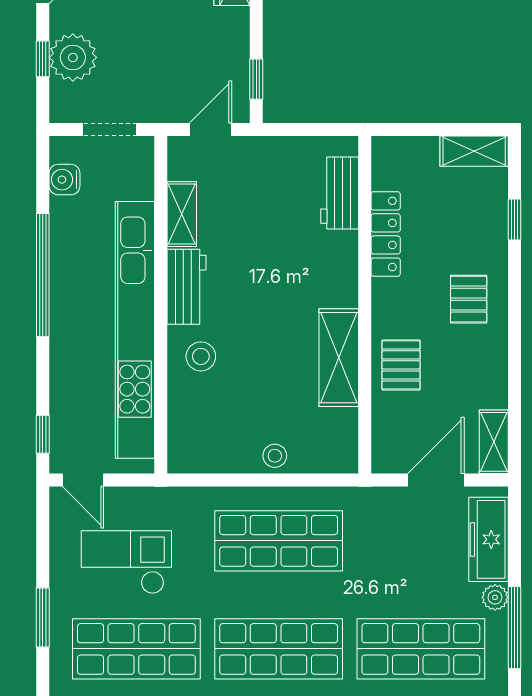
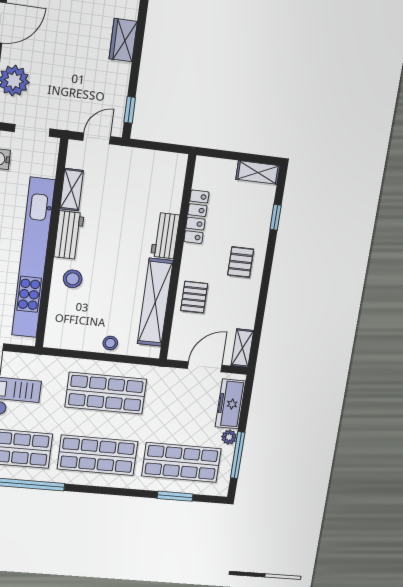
workbench: (340, 193) -> (165, 236), moved
shelving: (339, 358) -> (155, 302), width x1.47

